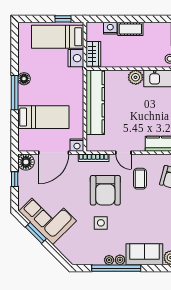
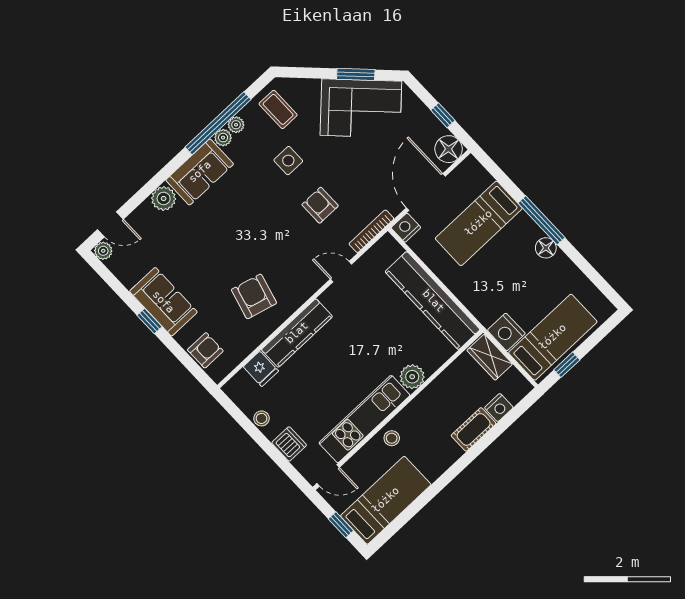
coffee table: (140, 179) -> (278, 109), moved
armchair: (105, 190) -> (320, 205), width x0.53, depth x0.53

